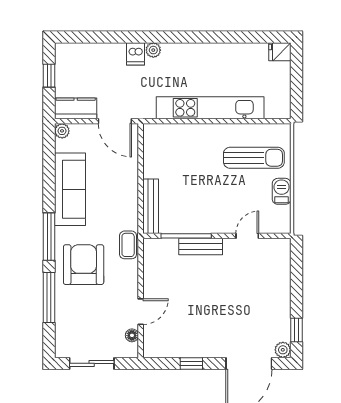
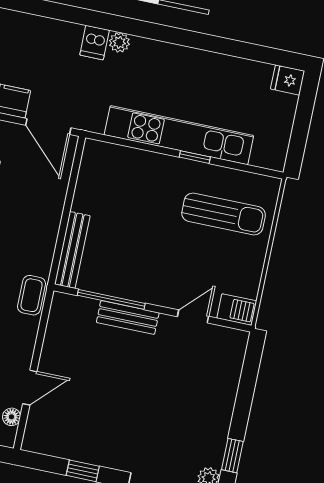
window: (225, 121) -> (195, 157), added
barbecue: (282, 191) -> (237, 310), moved, turned 90

